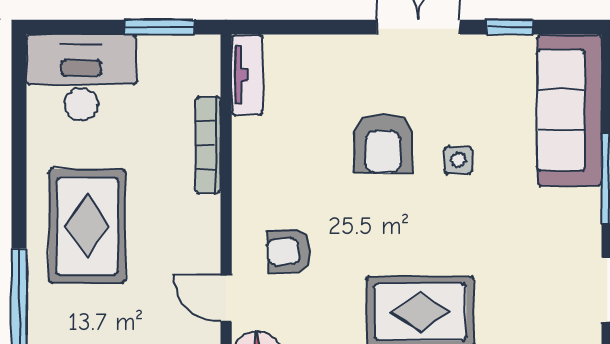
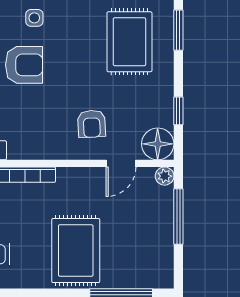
rug: (87, 226) -> (76, 251), turned 90

